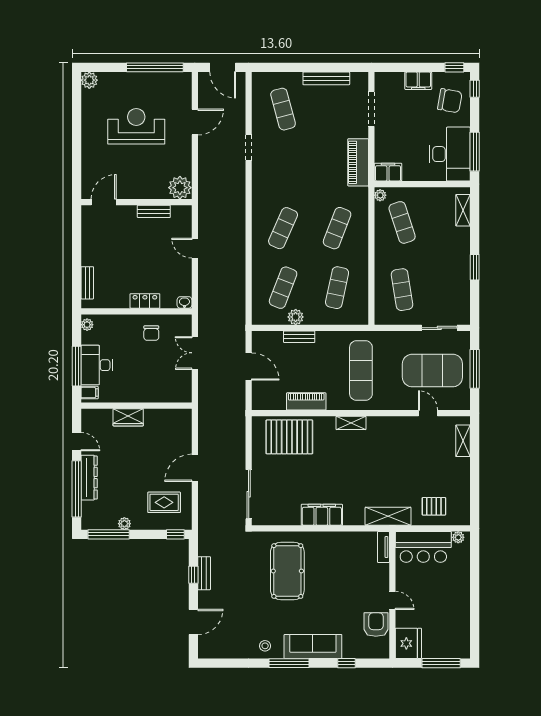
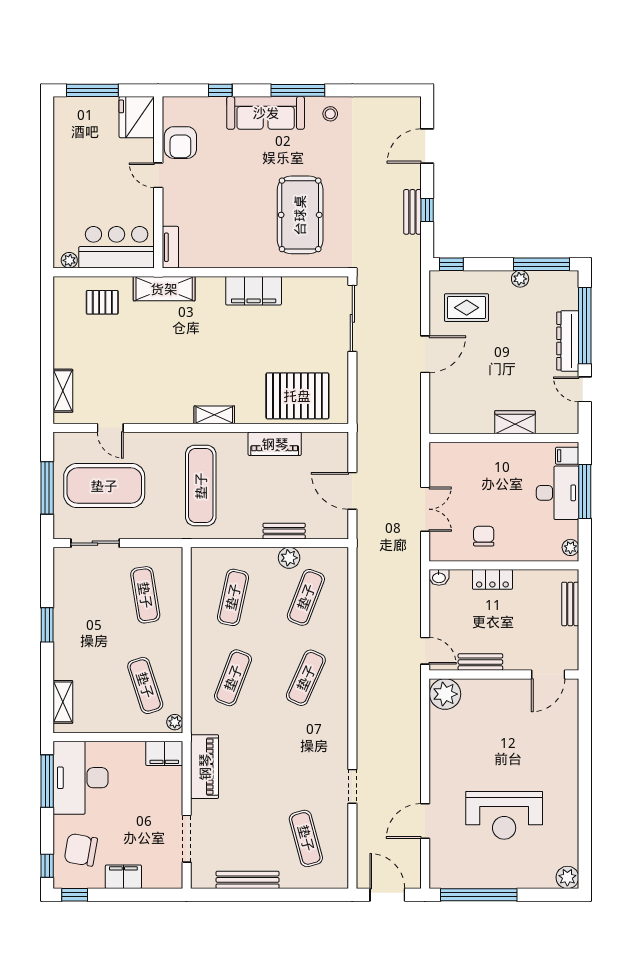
plant: (180, 188) -> (445, 694), moved
door: (104, 202) -> (548, 674), moved
wall: (136, 202) -> (504, 674), moved
bench: (154, 211) -> (480, 662), moved

